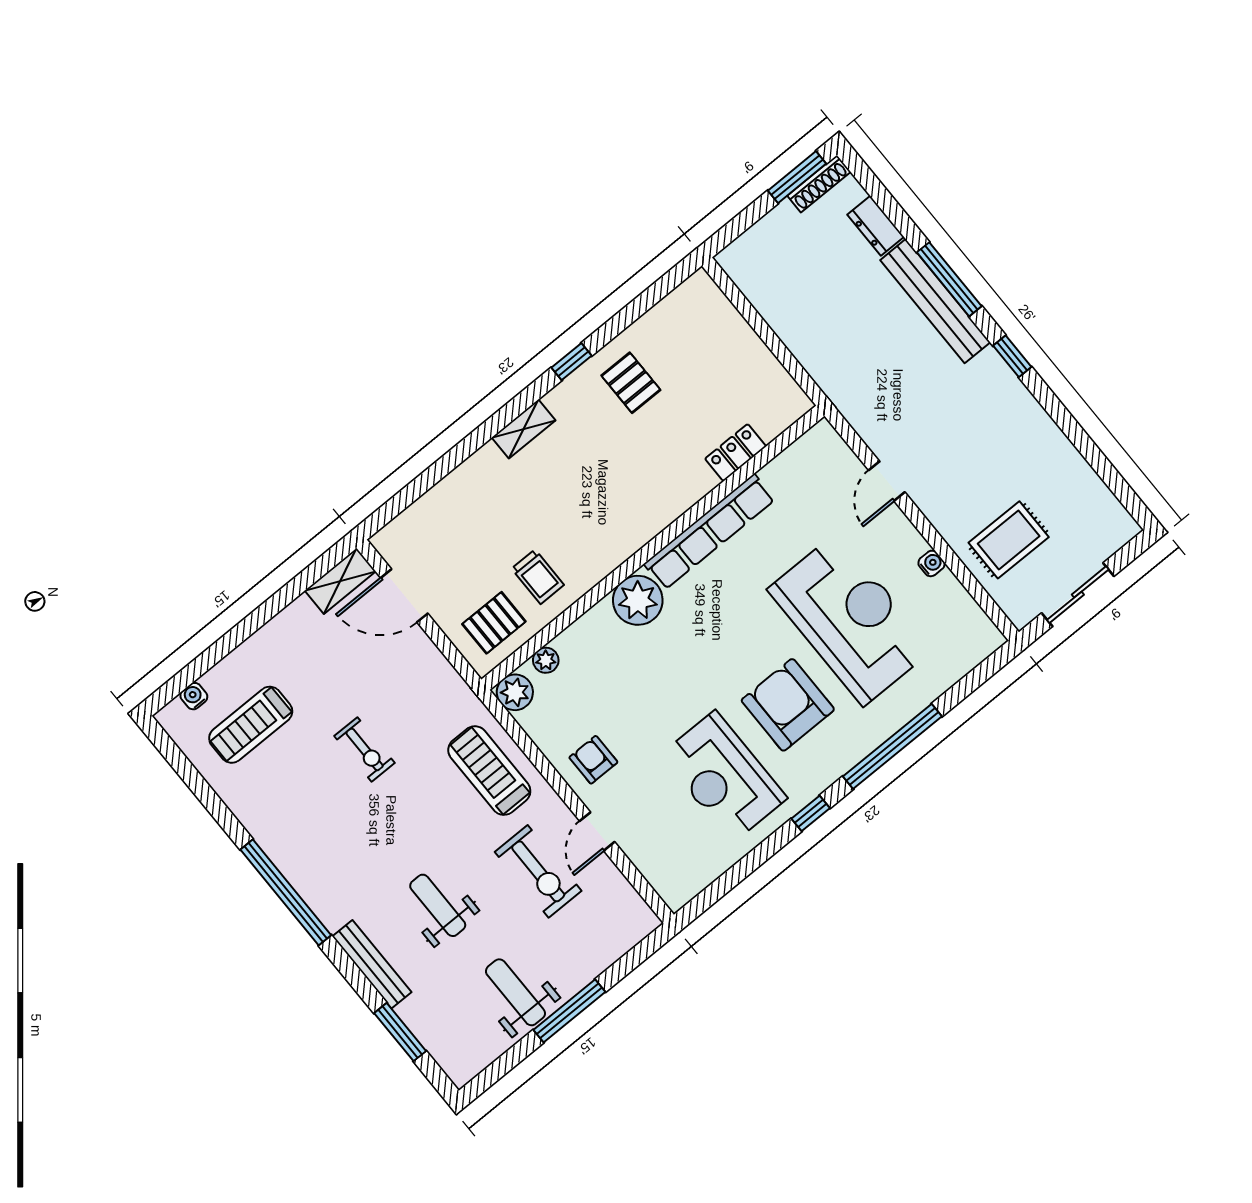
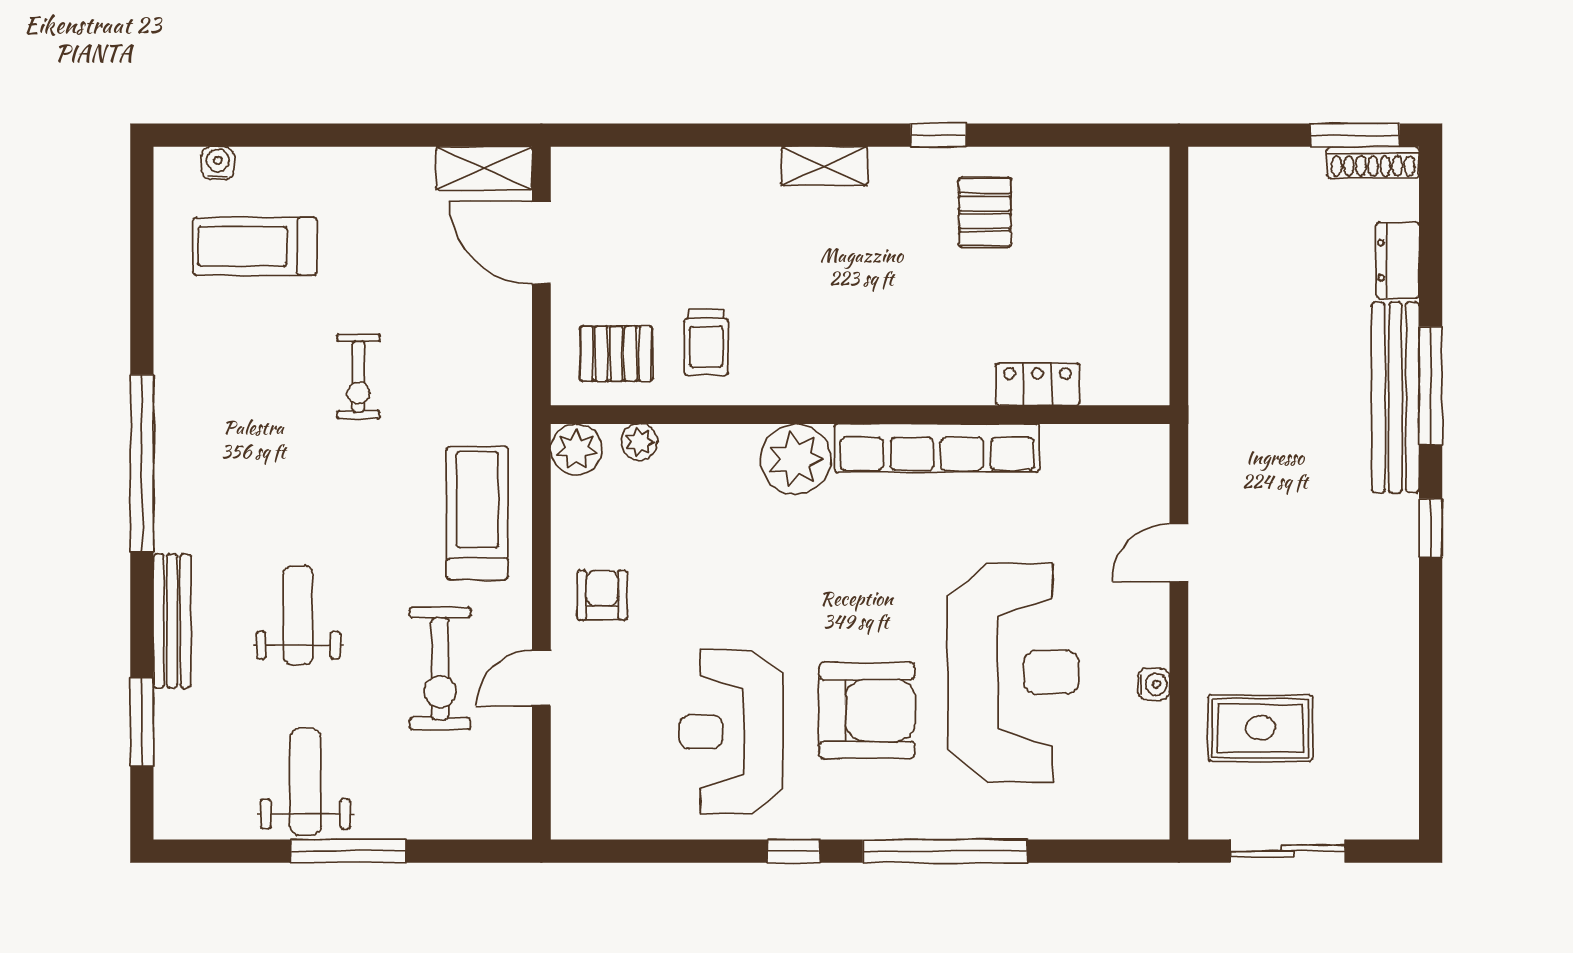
armchair: (788, 705) -> (867, 710), turned 90

